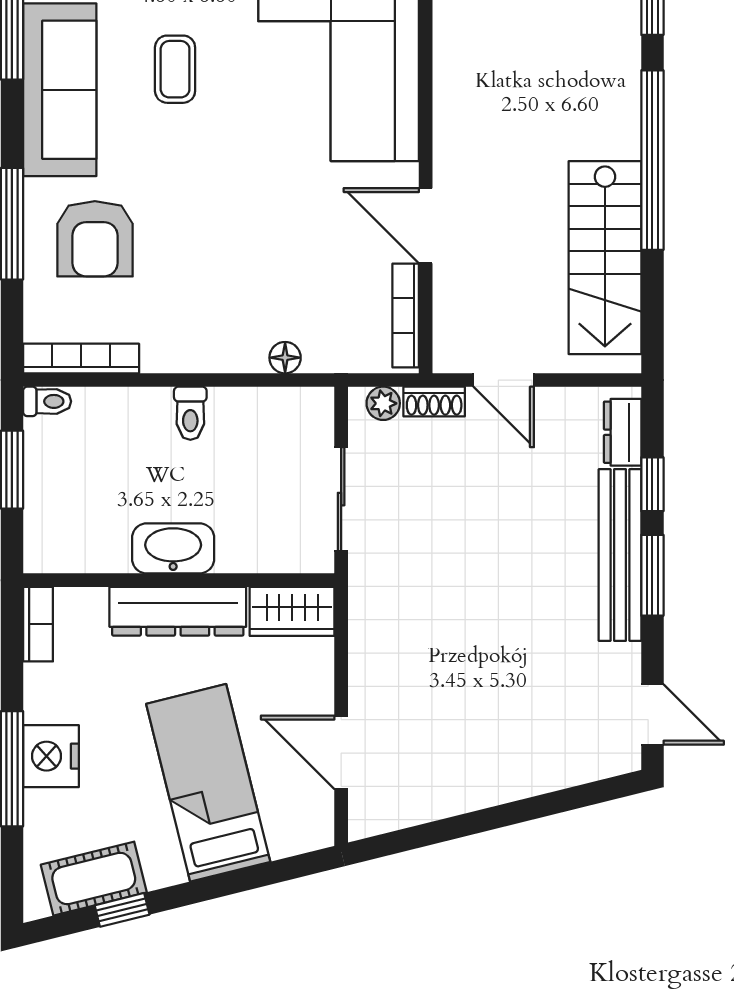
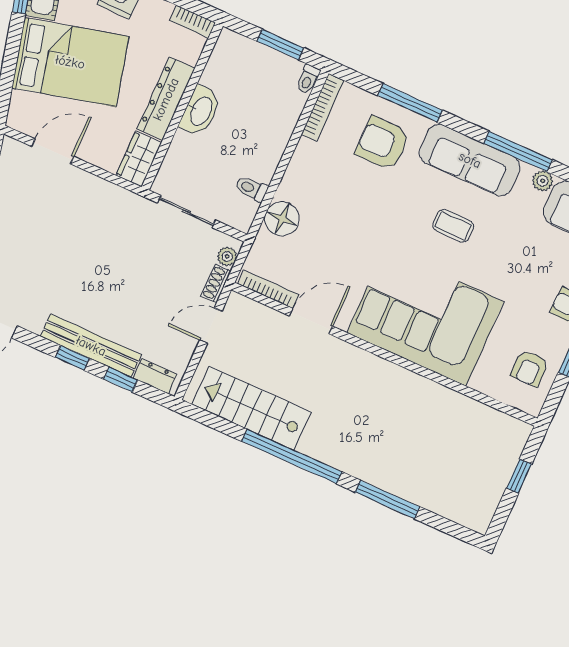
floor lamp: (285, 358) -> (282, 219), width x1.89, depth x1.89
toilet: (190, 413) -> (251, 189), moved
window: (652, 575) -> (72, 358), width x0.67
bed: (208, 783) -> (70, 62), width x1.50

